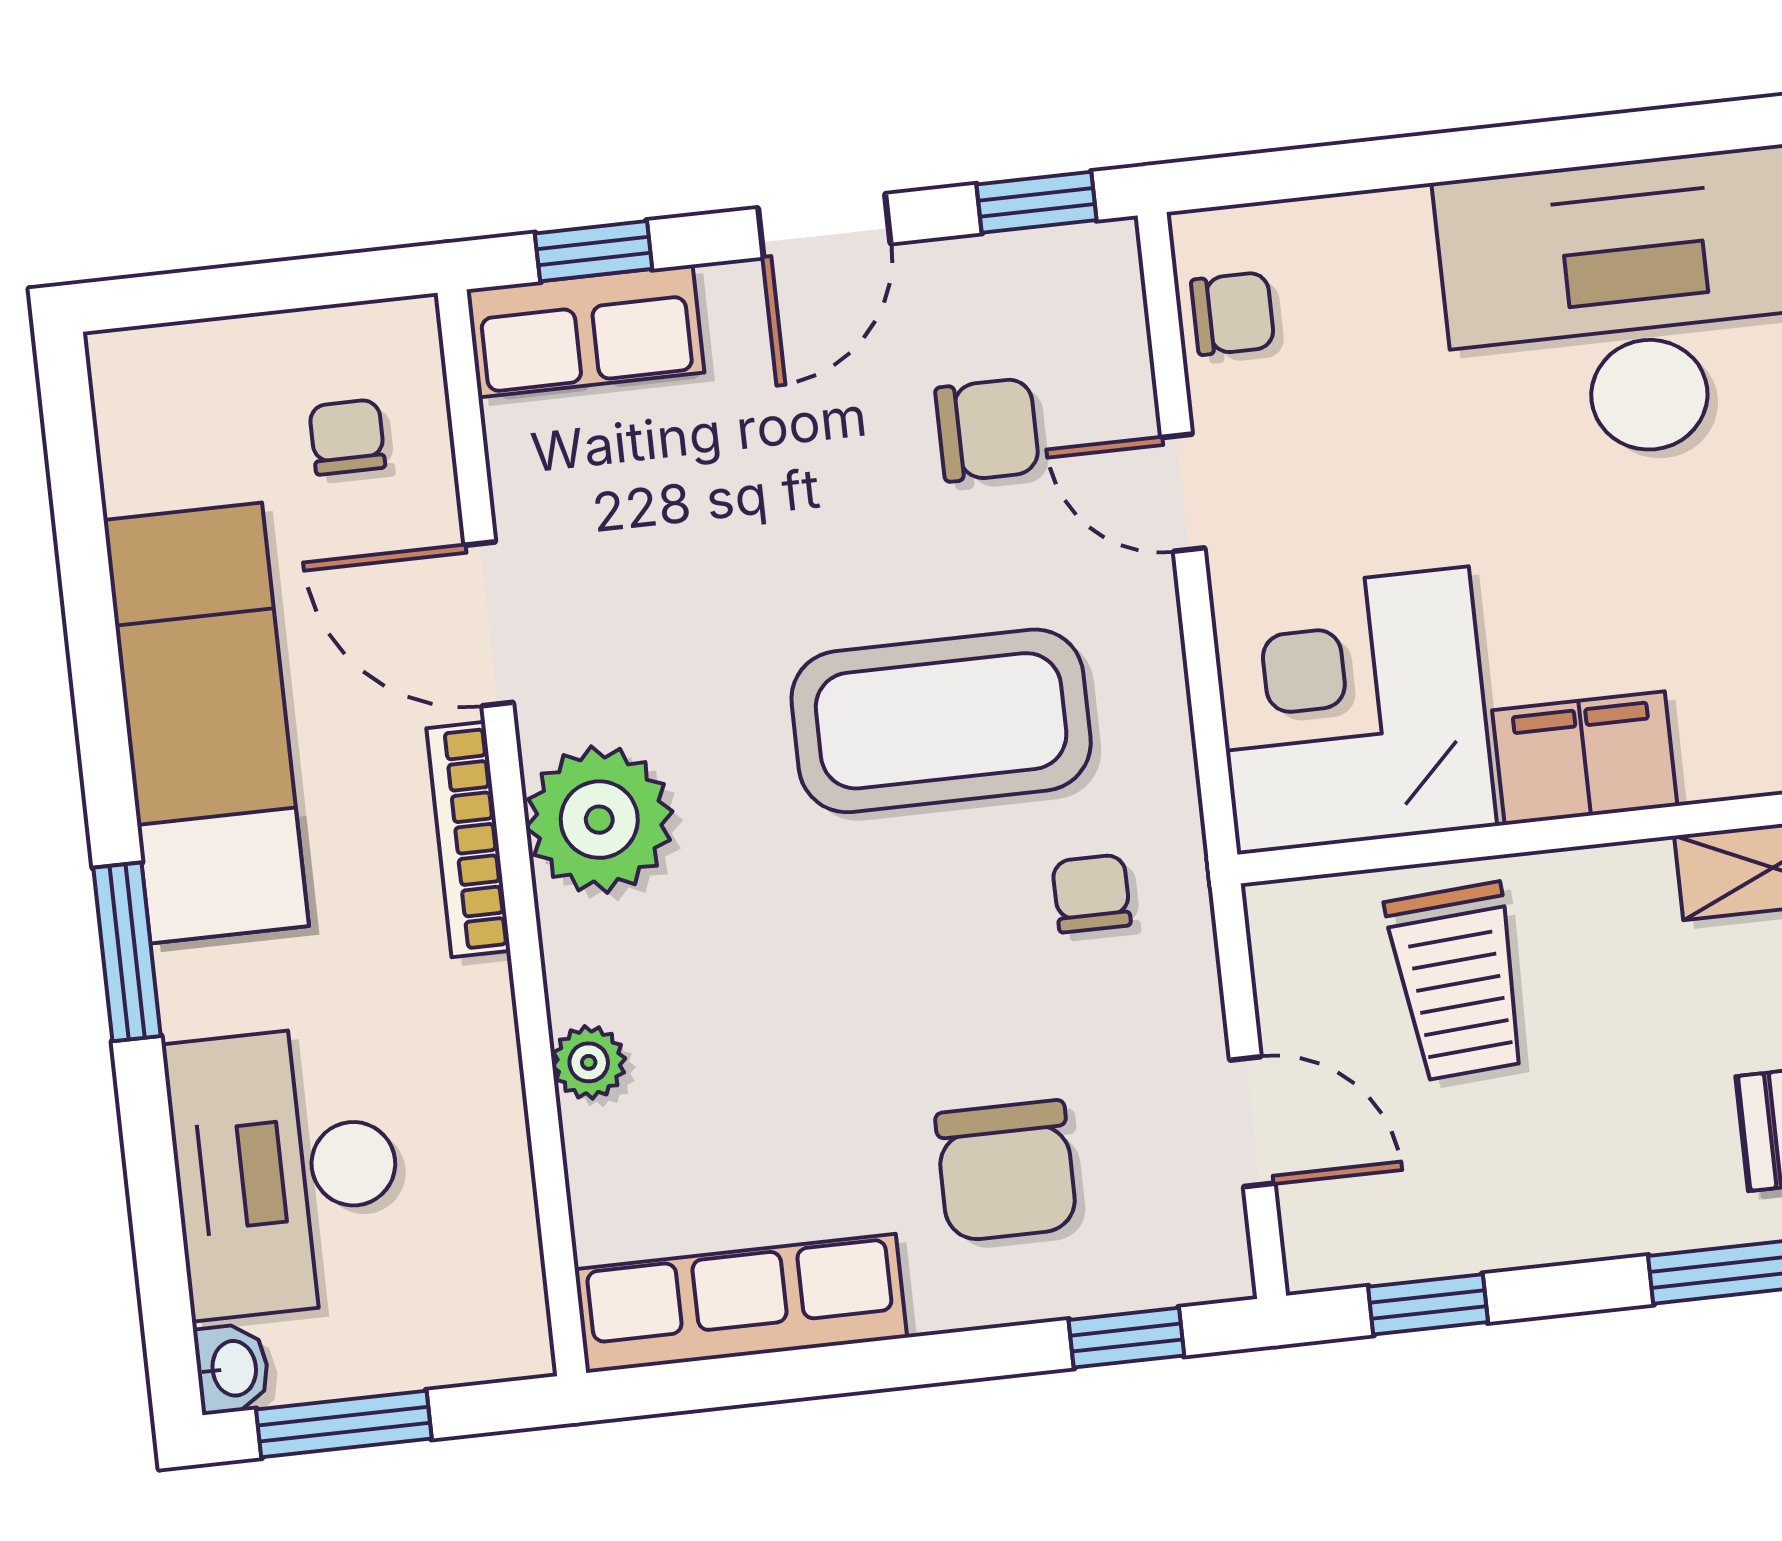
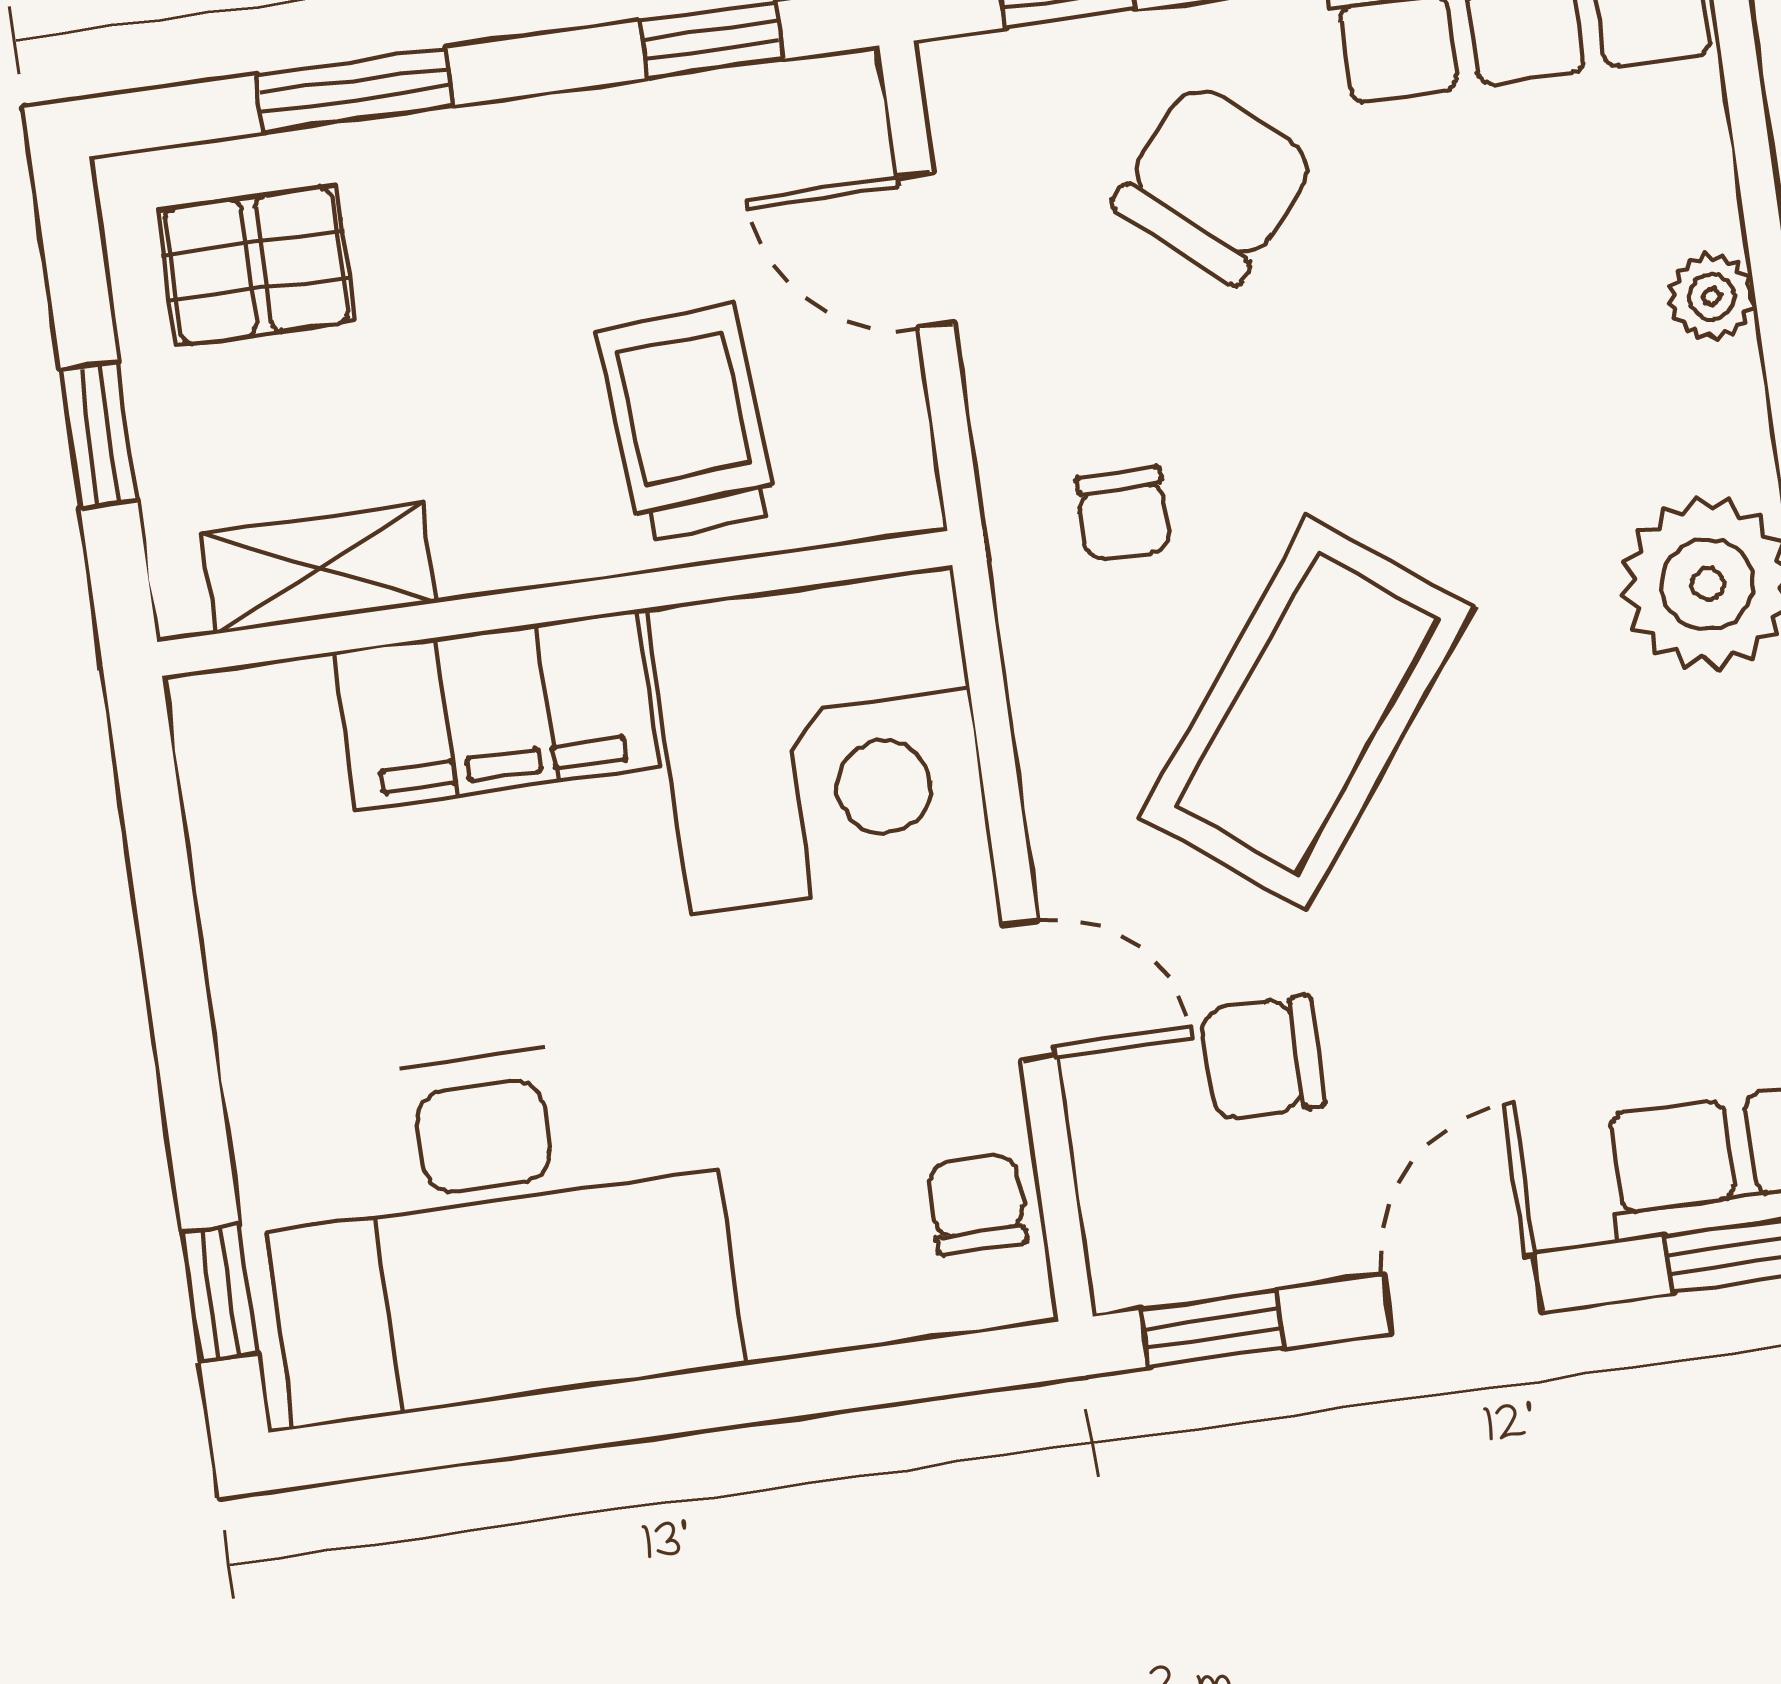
chair: (1233, 313) -> (977, 1204), turned 90
coffee table: (941, 721) -> (1307, 713), turned -53
filing cabinet: (1585, 758) -> (496, 709), width x1.50, depth x1.17
chair: (1006, 1171) -> (1214, 183), turned 41

